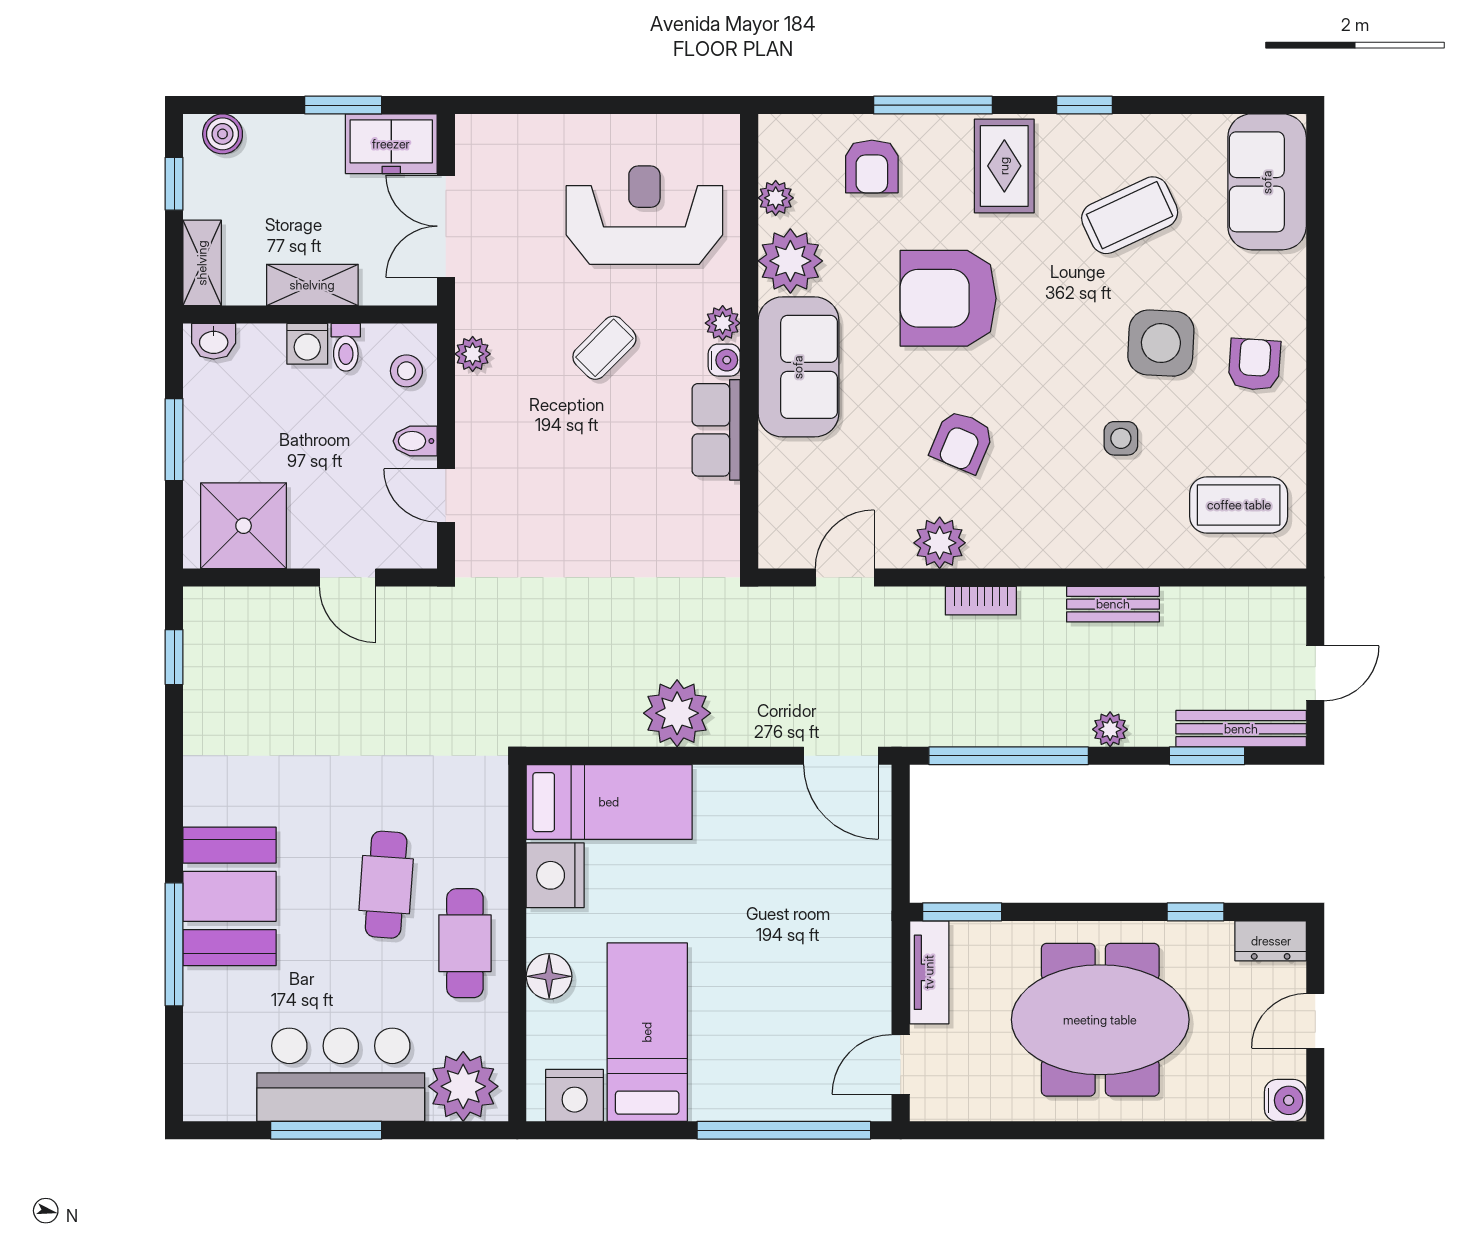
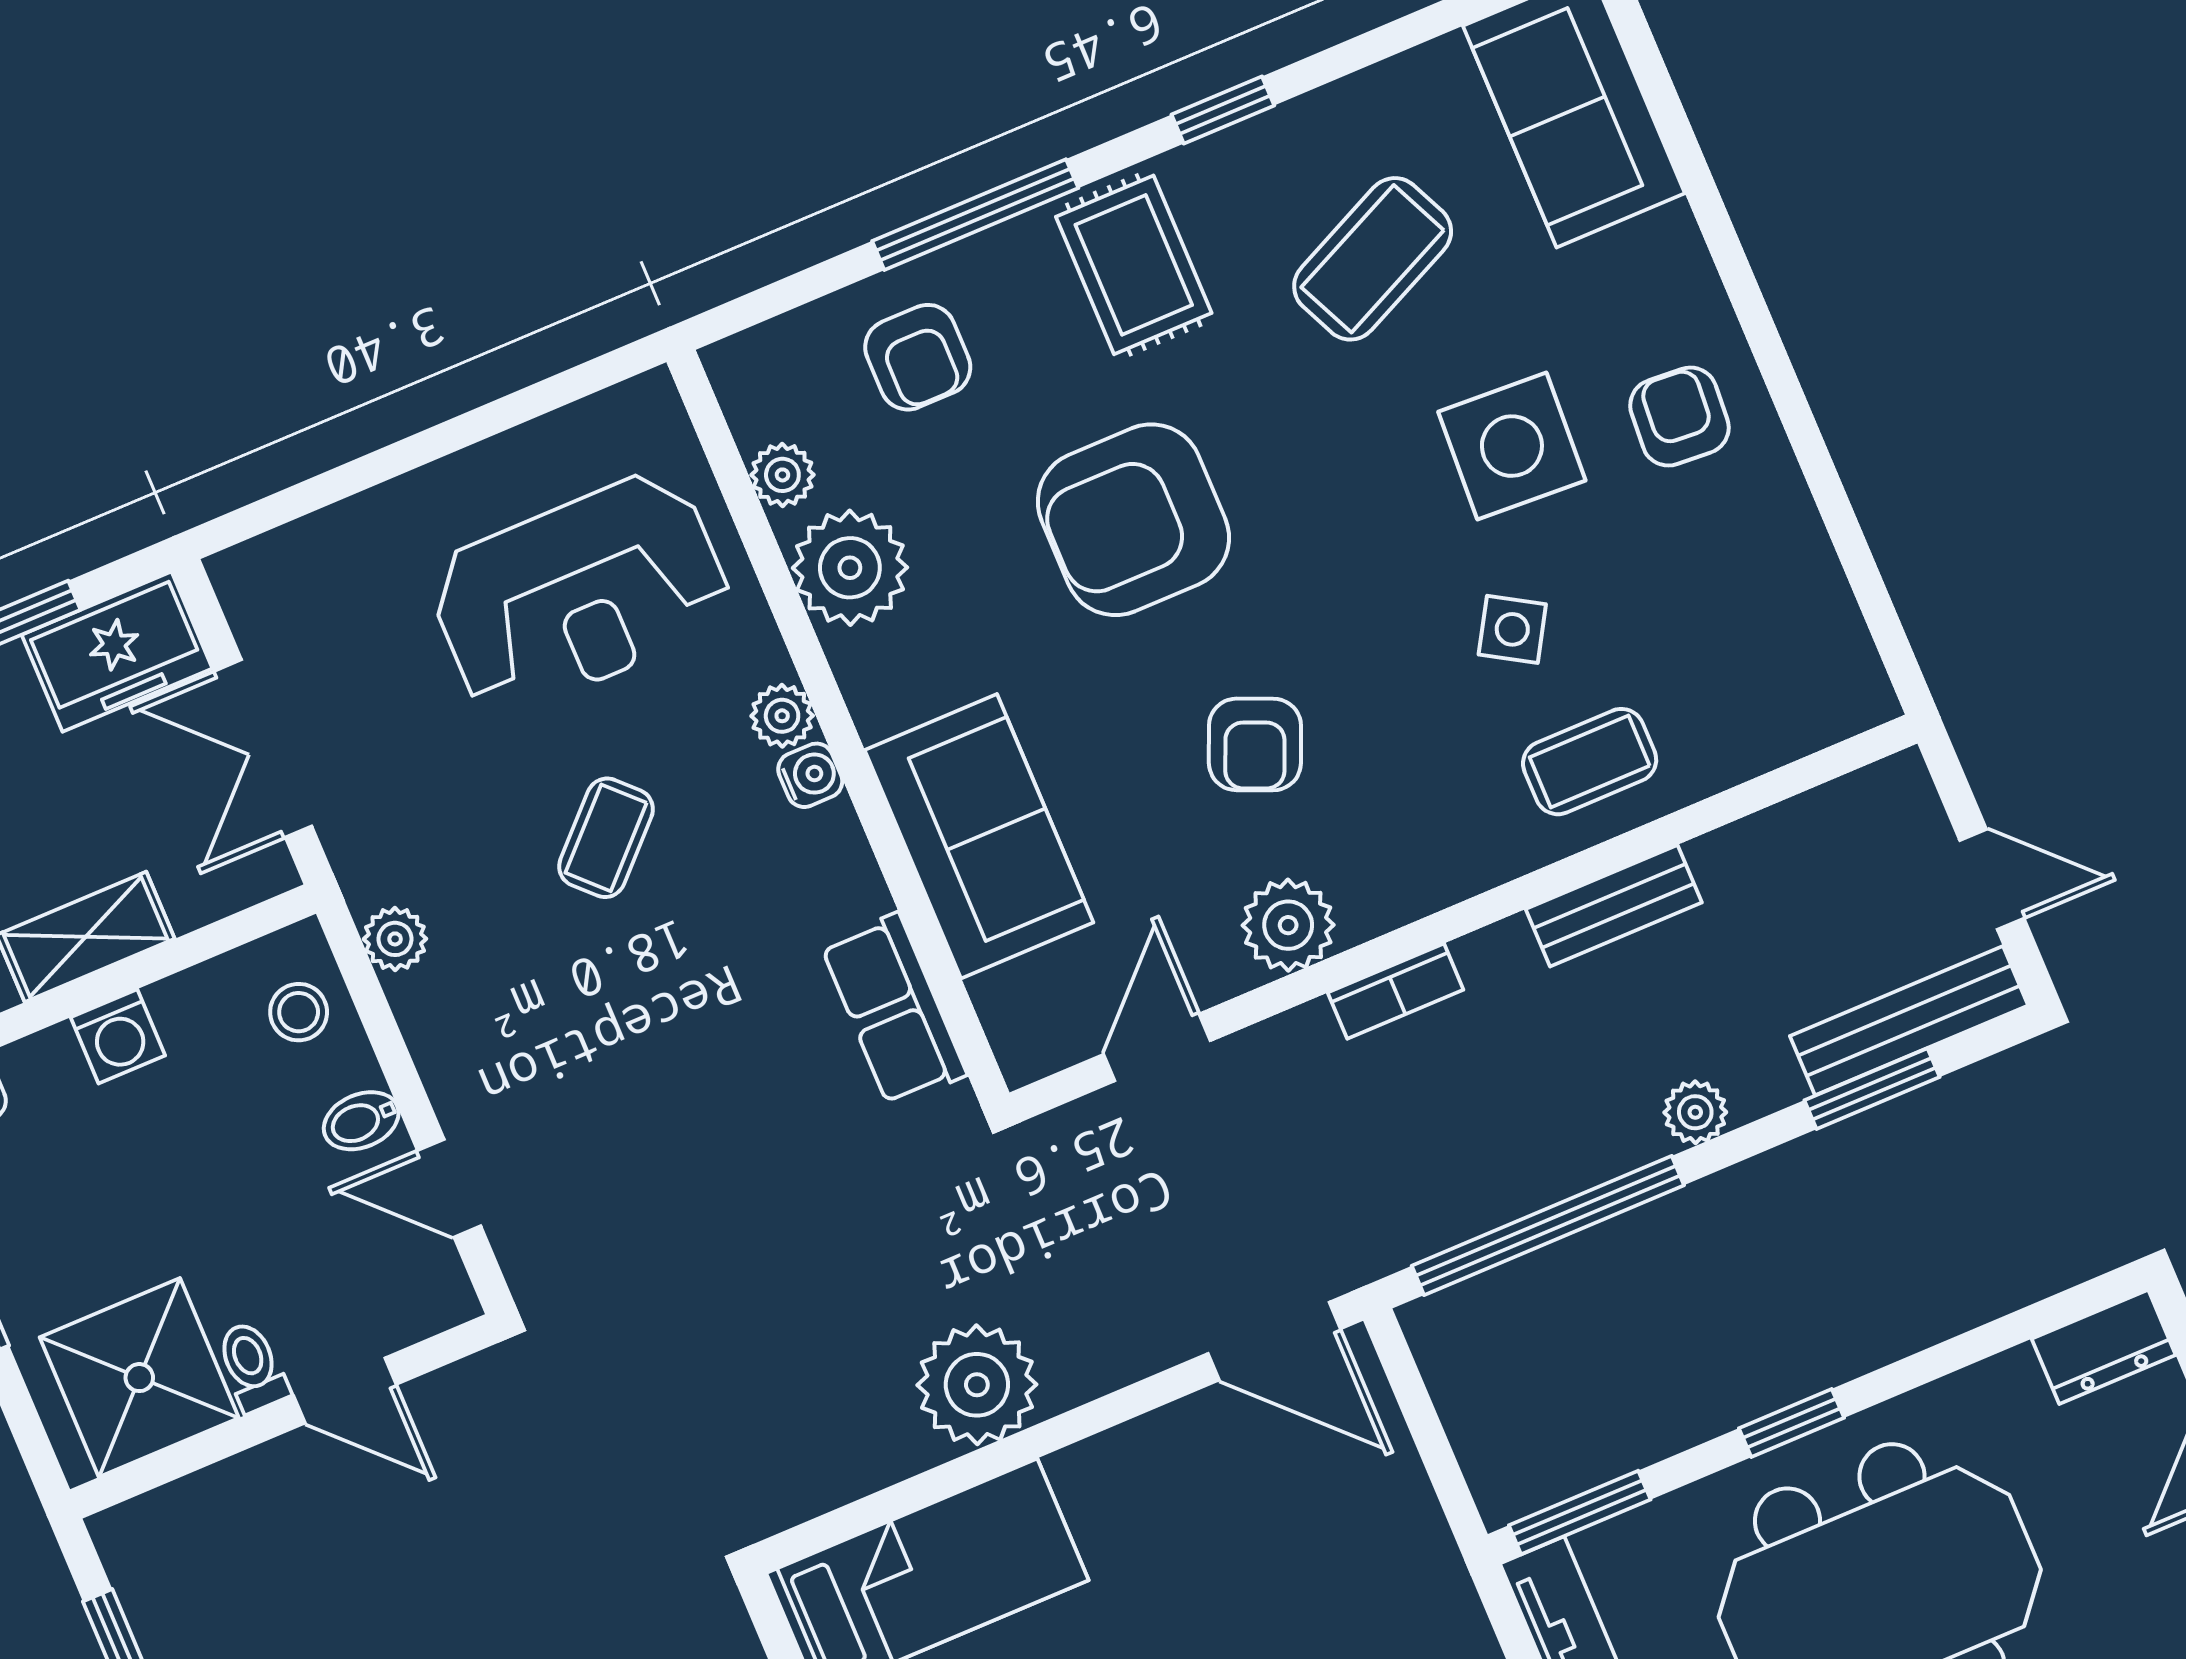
reception desk: (644, 215) -> (580, 594), turned 180
toilet: (346, 347) -> (252, 1366), moved, turned 180
sofa: (798, 367) -> (979, 836), moved
row of seats: (716, 430) -> (894, 1010), moved
side table: (1121, 438) -> (1512, 629), turned 31
coffee table: (1239, 505) -> (1590, 762), moved, width x0.73, depth x0.77
door: (1315, 673) -> (1992, 879), hinge flipped
window: (1196, 912) -> (1792, 1423), moved

